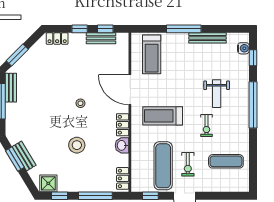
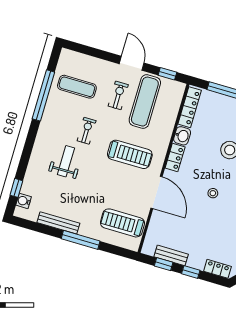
treadmill: (152, 54) -> (122, 223), turned -90
window: (253, 105) -> (43, 95), moved
locker: (123, 178) -> (190, 107), width x1.53

